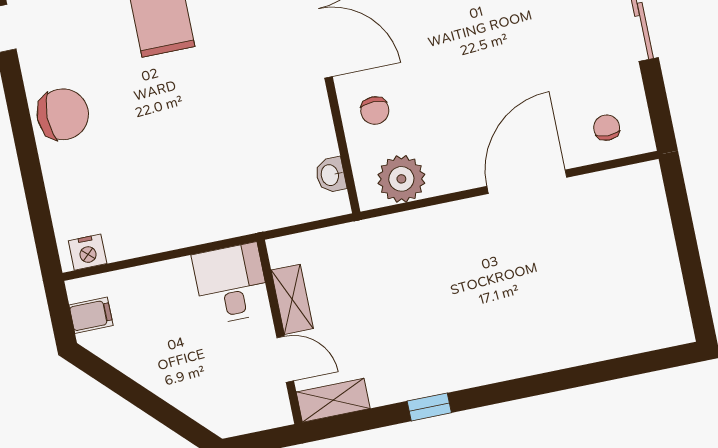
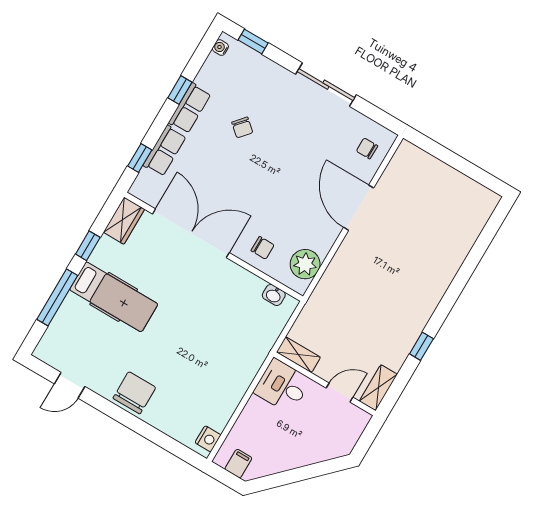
shelving: (292, 299) -> (298, 355), moved

